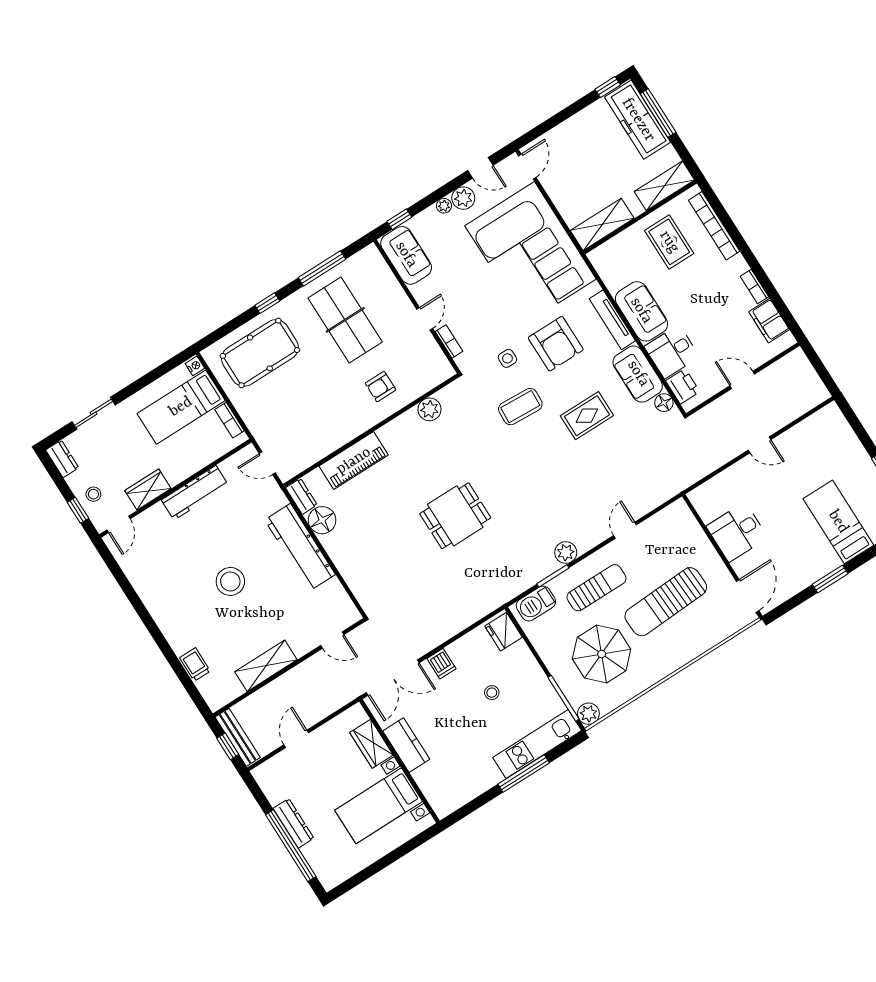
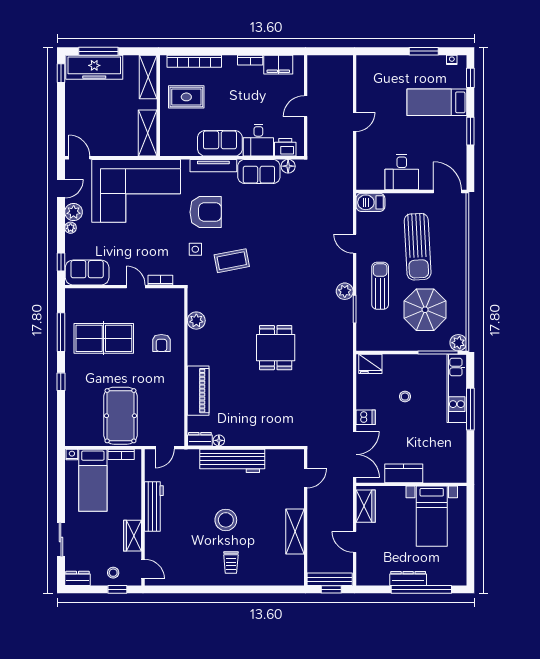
pool table: (260, 353) -> (120, 416), moved
coffee table: (520, 407) -> (232, 261), turned 76
rug: (587, 416) -> (265, 221), removed
floor lamp: (322, 520) -> (219, 440), width x0.53, depth x0.53
barbecue: (536, 604) -> (370, 202), moved, turned 90
trolley: (195, 664) -> (231, 562), moved, turned -90
wardrobe: (371, 744) -> (366, 506), moved, turned -90

